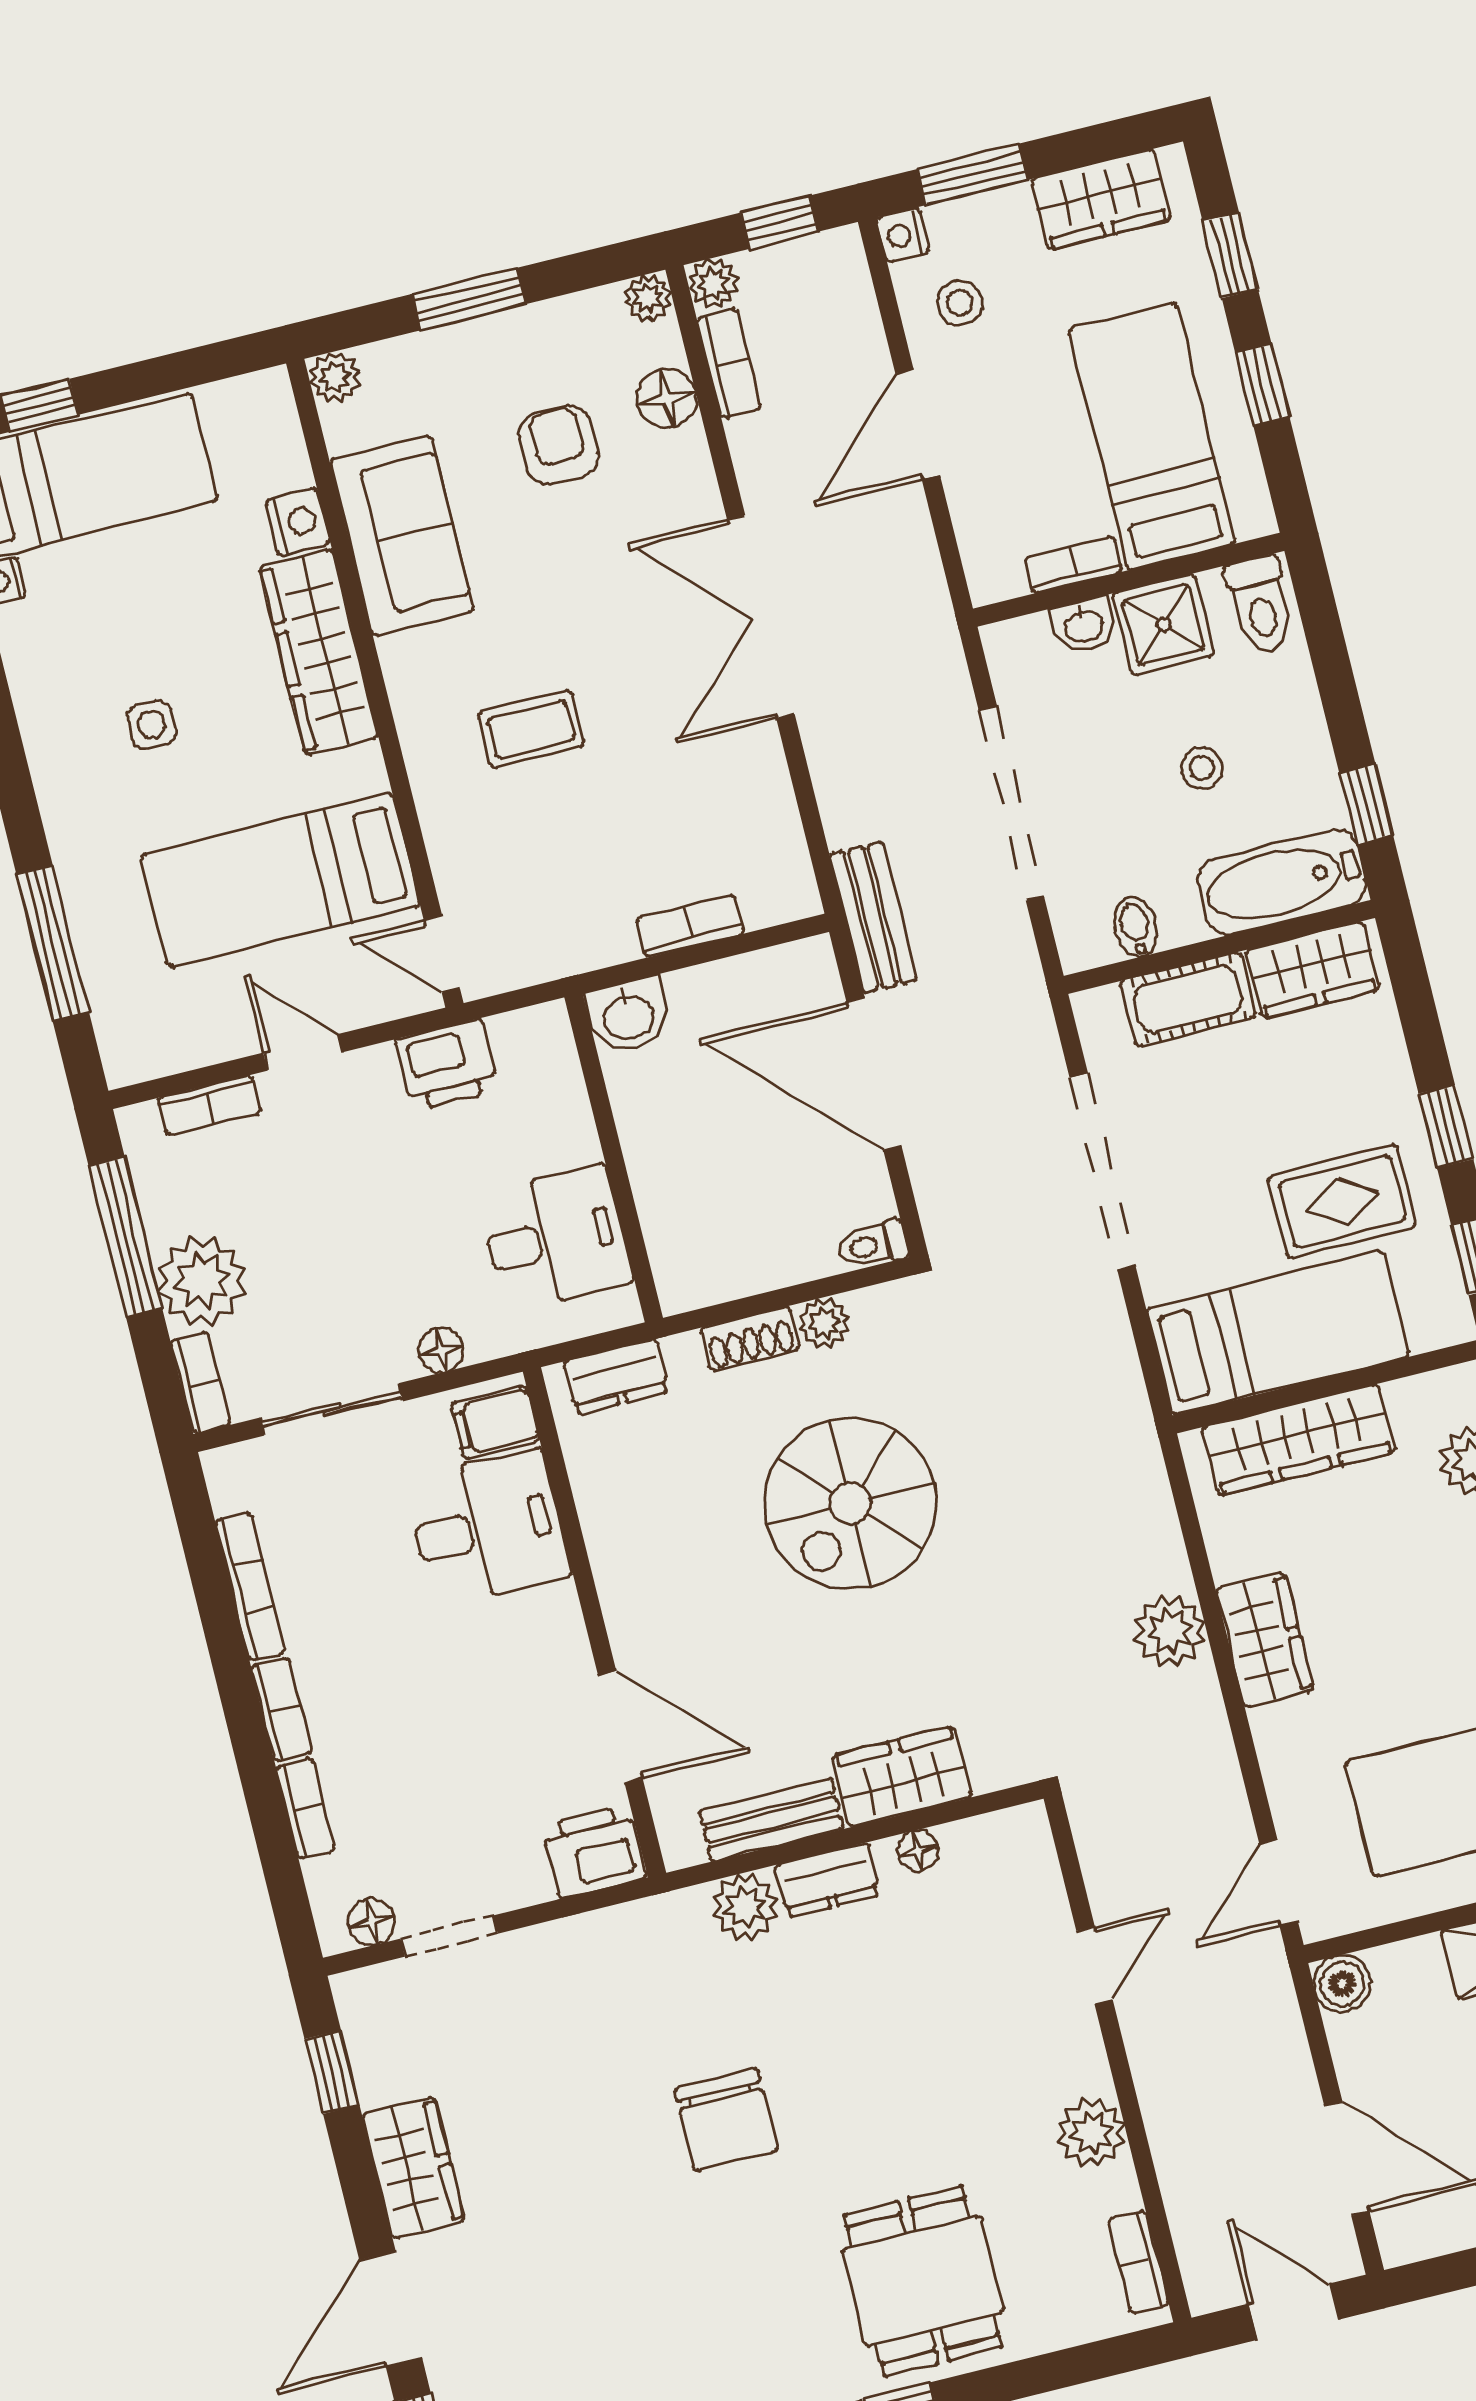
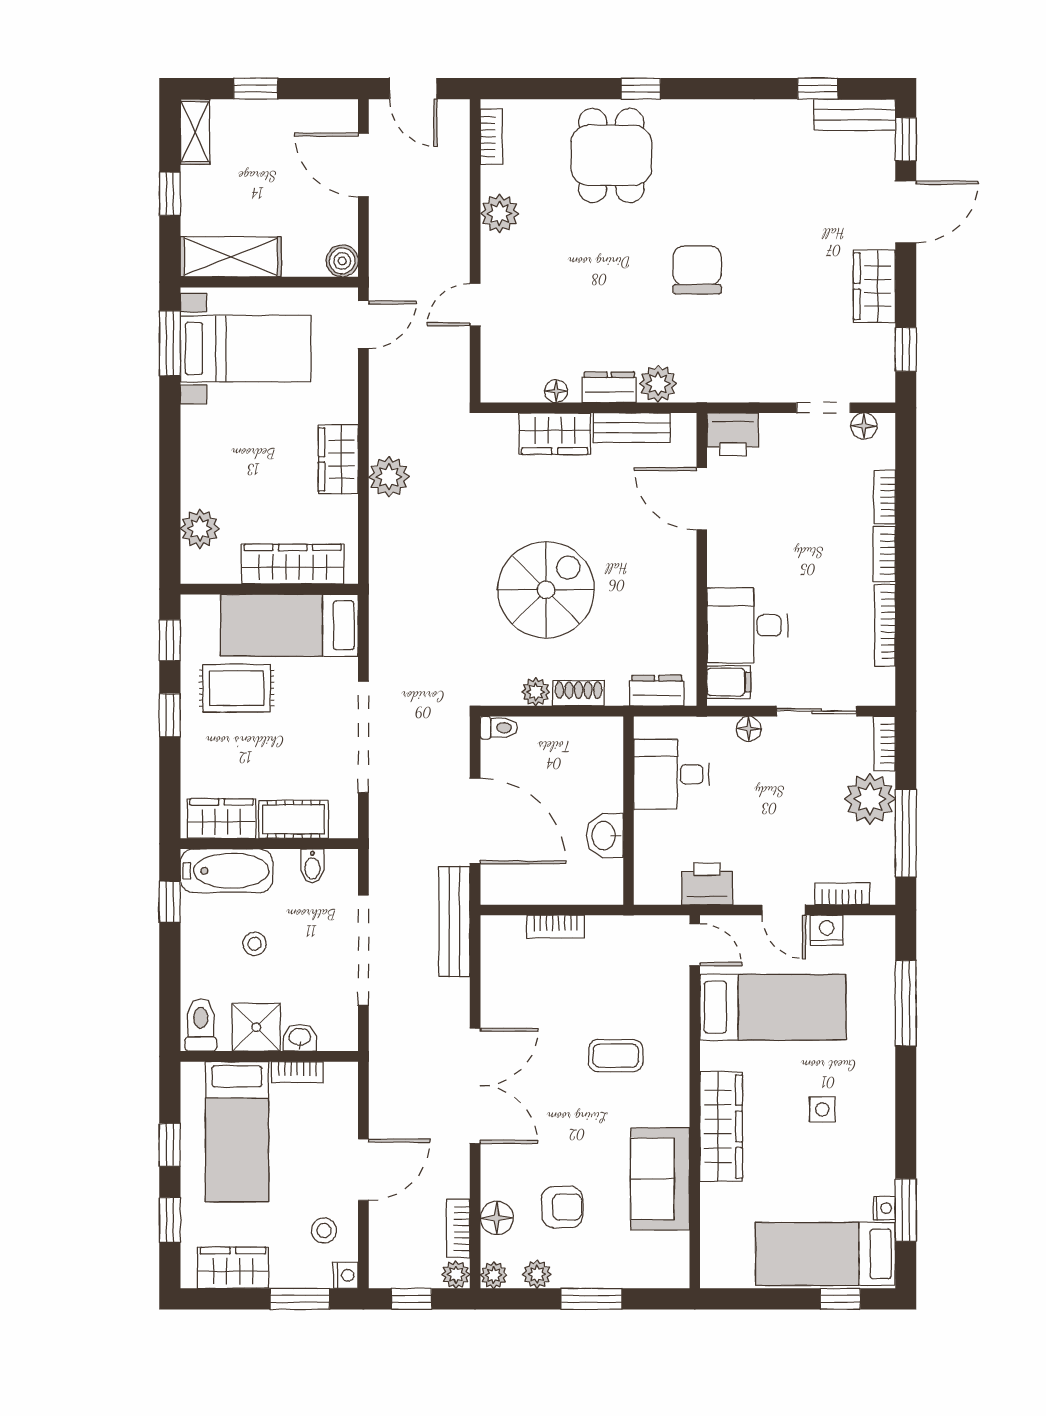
plant: (335, 377) -> (537, 1274), moved
armchair: (559, 445) -> (562, 1207), turned -90
nightstand: (298, 522) -> (827, 930), moved, turned 90
bench: (873, 917) -> (454, 921), width x1.36
washbasin: (628, 1015) -> (605, 836), moved, turned -90

